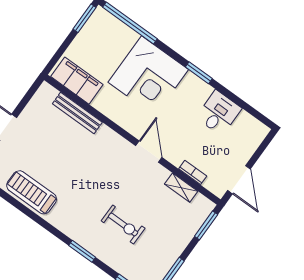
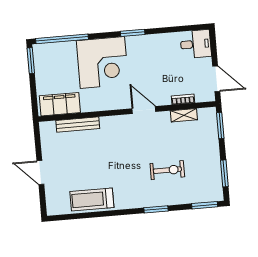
desk: (219, 113) -> (196, 44), moved, turned 90

